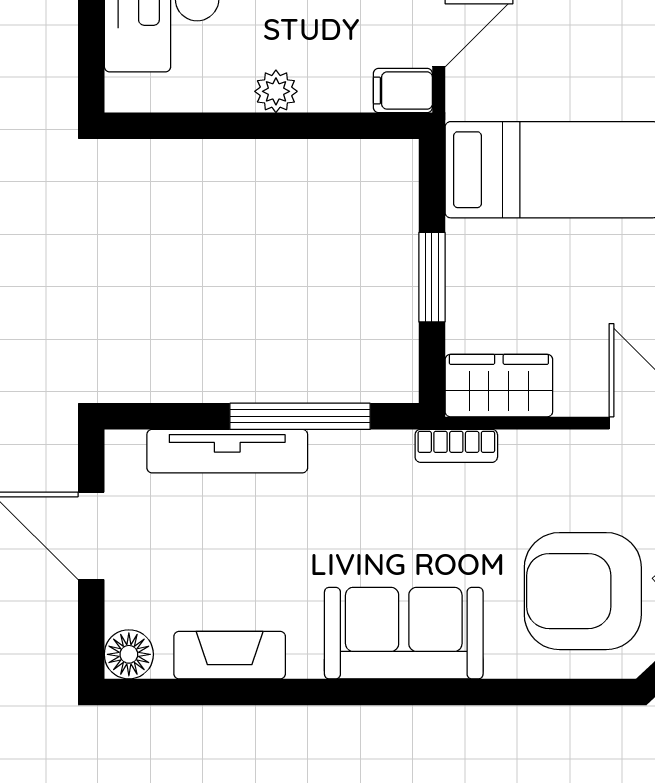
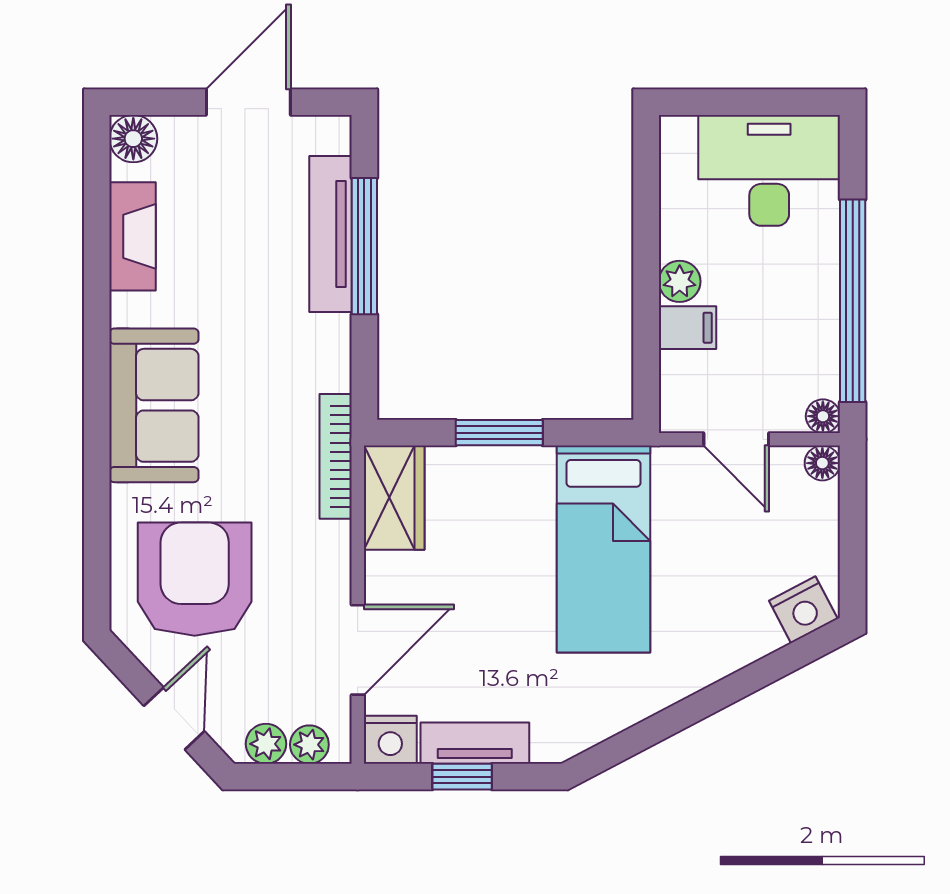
filing cabinet: (403, 91) -> (688, 328), moved, turned 90
window: (300, 416) -> (364, 246), moved
bookcase: (456, 446) -> (336, 456), width x1.56

